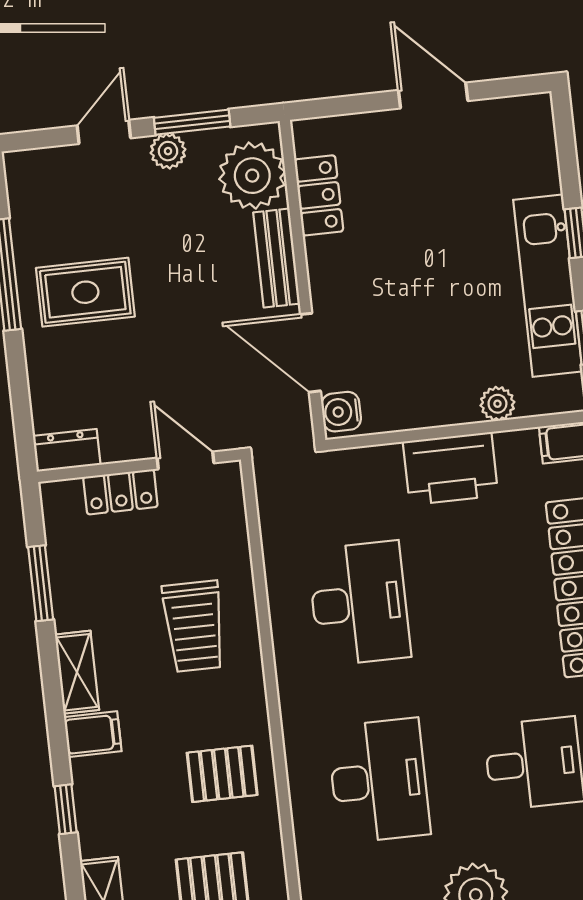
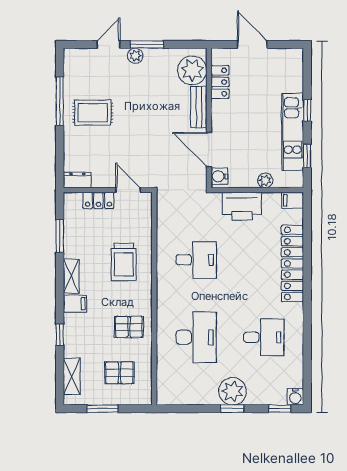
plant: (252, 176) -> (192, 70), moved
locker: (319, 195) -> (220, 82), moved
bench: (277, 258) -> (199, 107), moved
wall: (303, 280) -> (209, 118), moved
door: (311, 353) -> (209, 149), moved
water cooler: (341, 412) -> (219, 176), moved
desk: (359, 603) -> (196, 260), width x0.73

